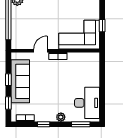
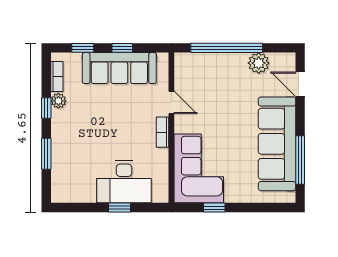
window: (102, 81) -> (119, 208), added
desk: (87, 103) -> (124, 182), moved
plant: (61, 117) -> (58, 101), moved
window: (81, 124) -> (46, 154), moved

